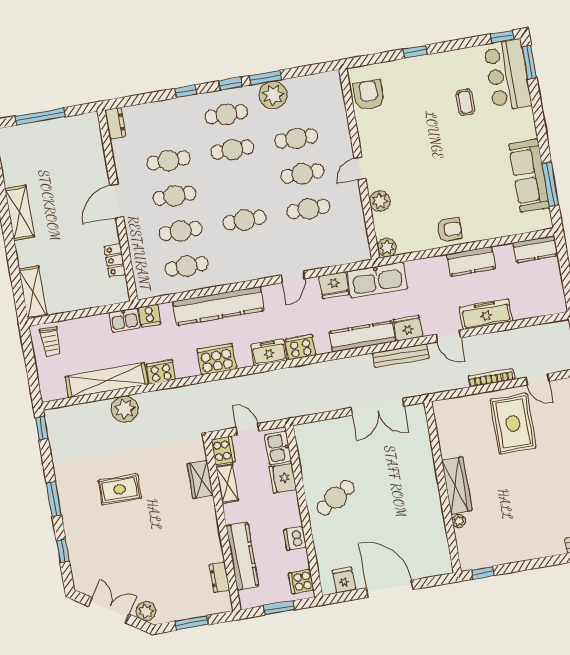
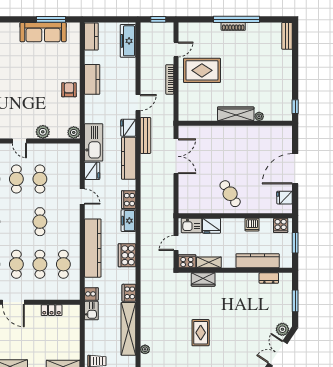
freezer: (486, 314) -> (128, 41), moved
plant: (125, 409) -> (145, 349), moved, width x0.53, depth x0.53

